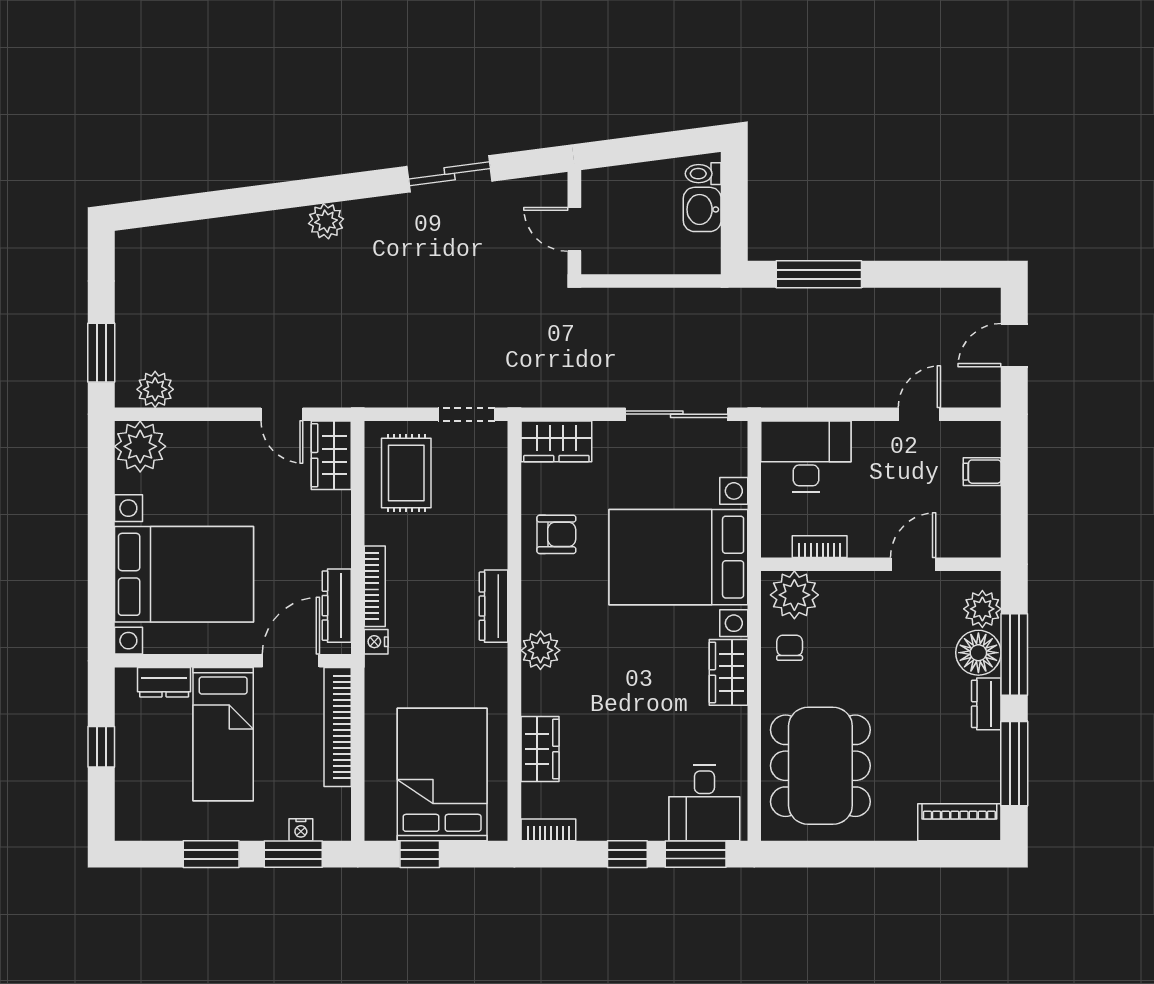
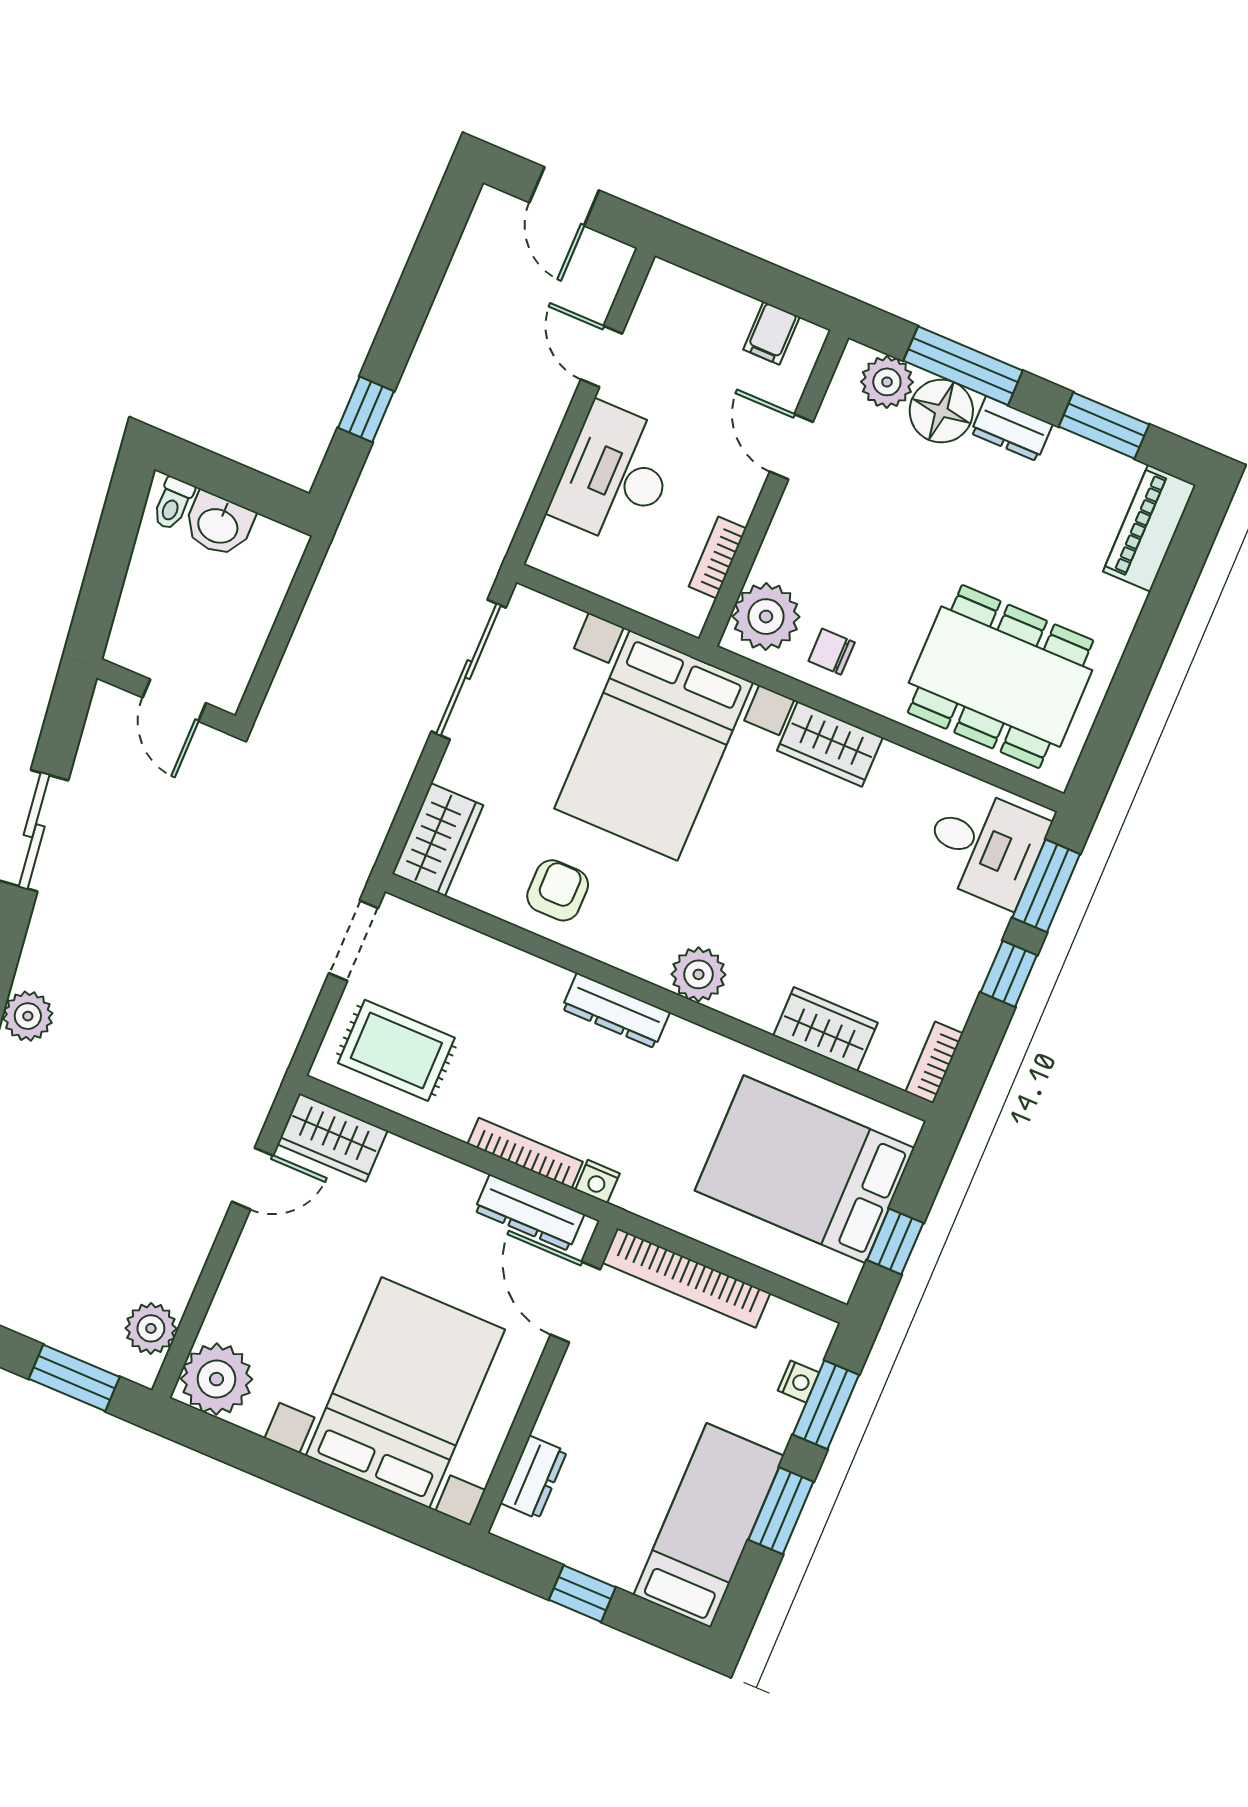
door: (574, 229) -> (174, 700), hinge flipped
window: (819, 274) -> (366, 409), width x0.46
desk: (806, 456) -> (615, 475), moved
filing cabinet: (982, 472) -> (771, 333), moved
bed: (223, 734) -> (709, 1525), moved, turned -90
window: (1014, 764) -> (1104, 425), width x0.69

